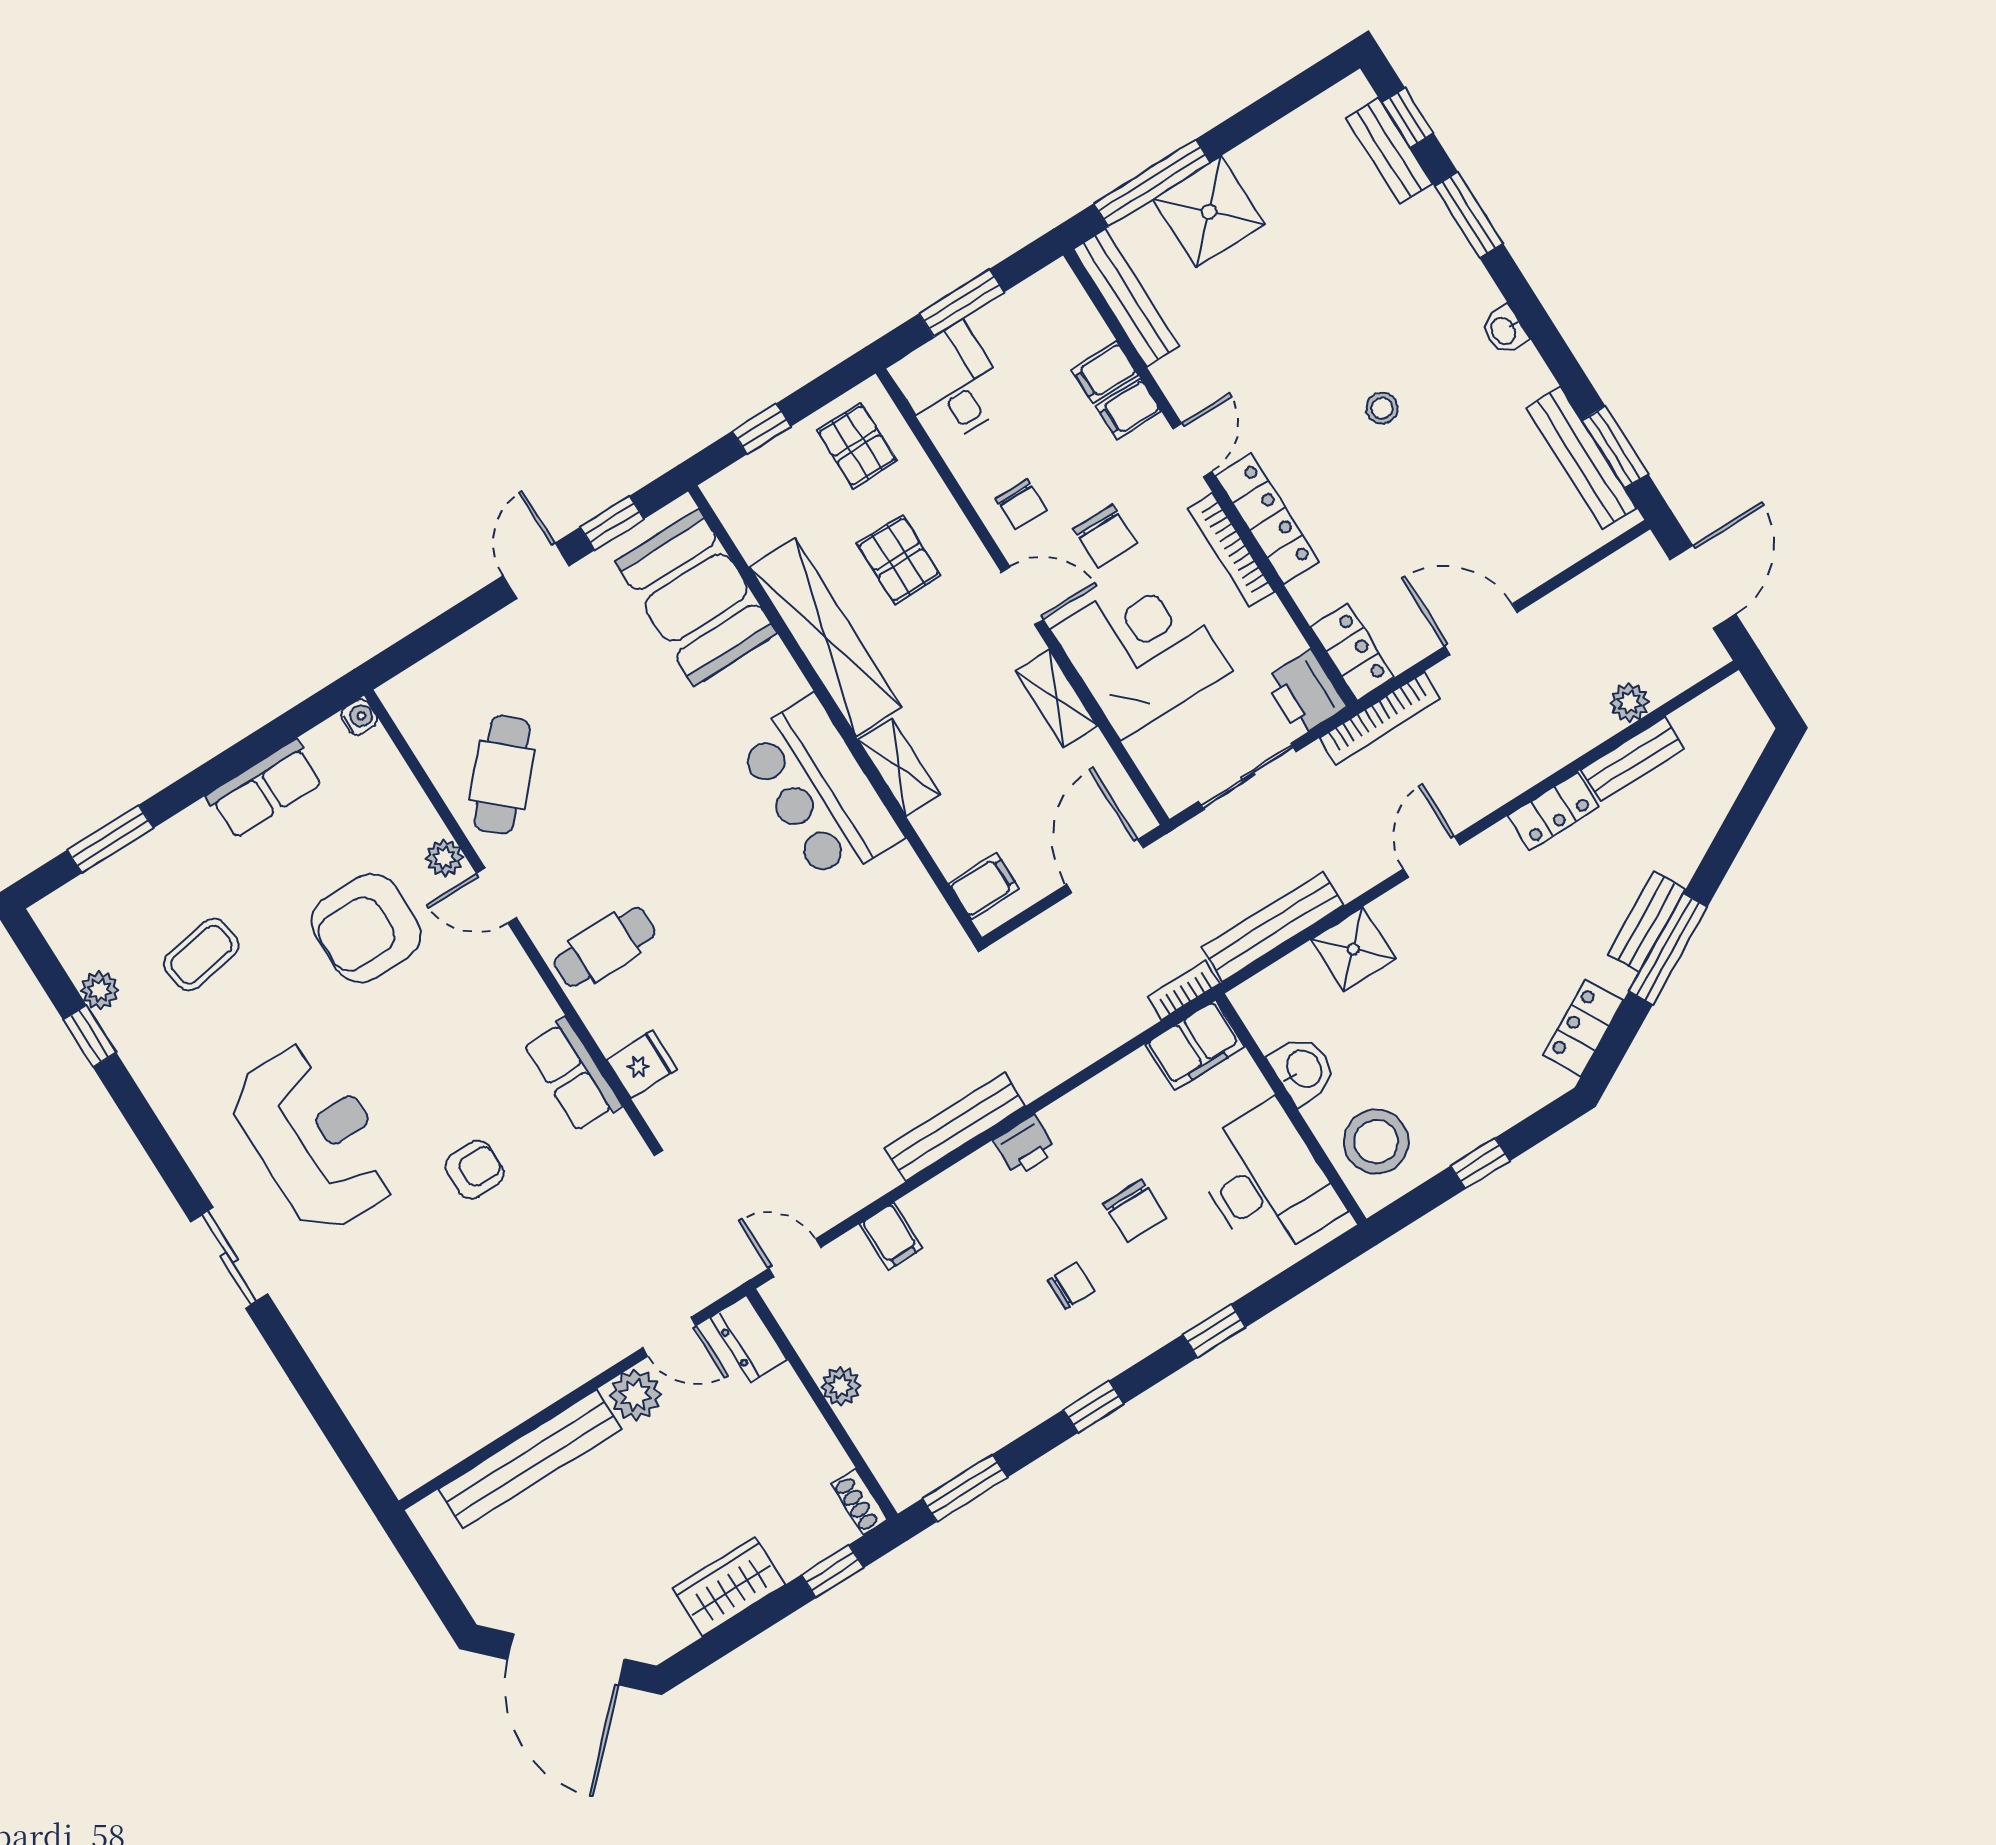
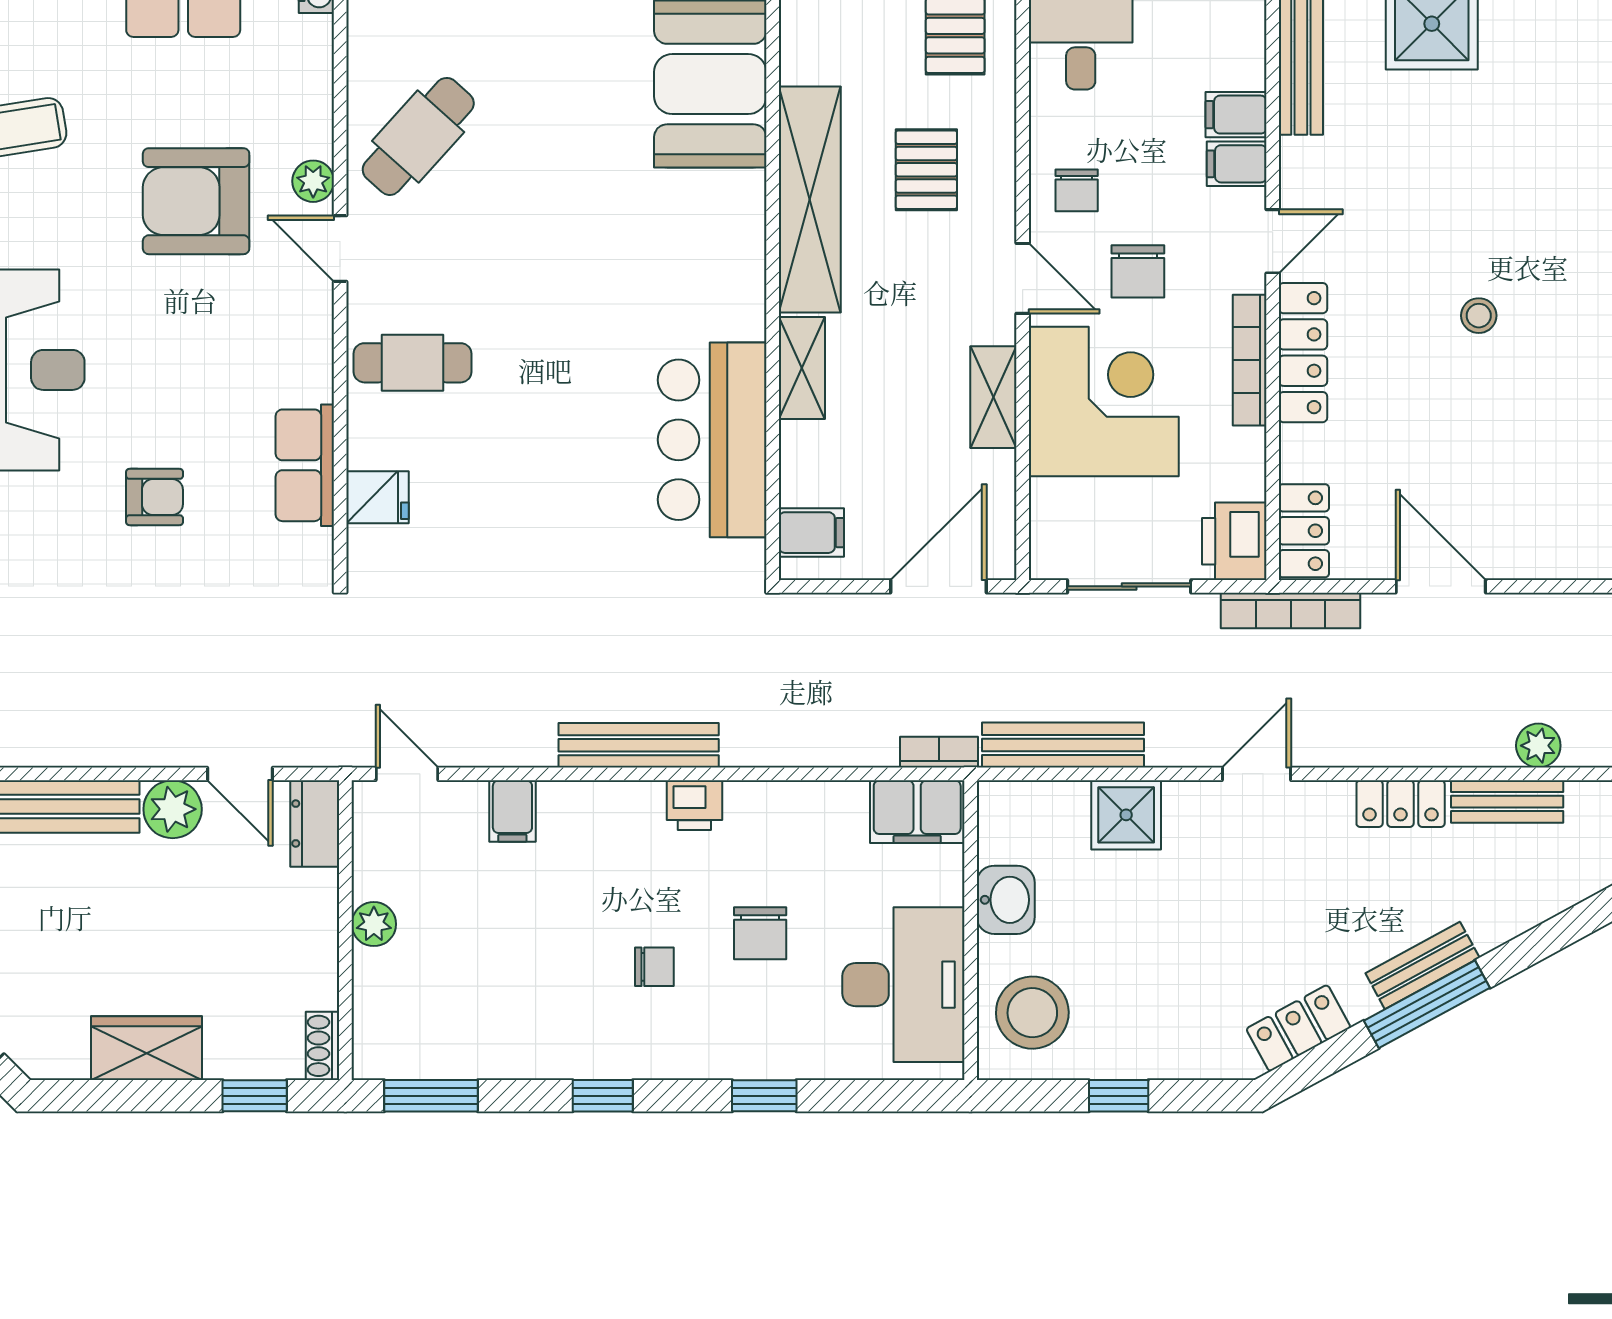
bar counter: (820, 790) -> (712, 440), moved

